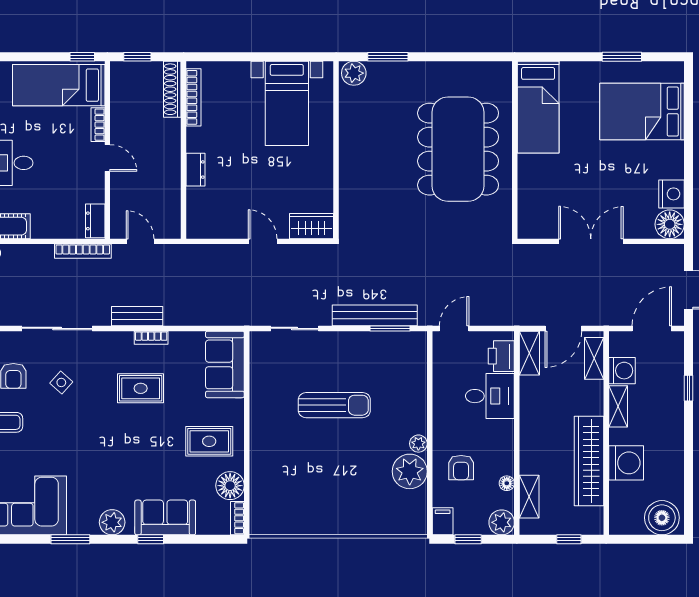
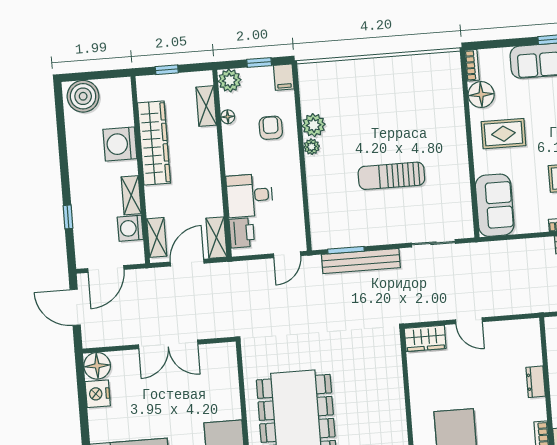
plant: (410, 471) -> (314, 125), width x0.73, depth x0.73

